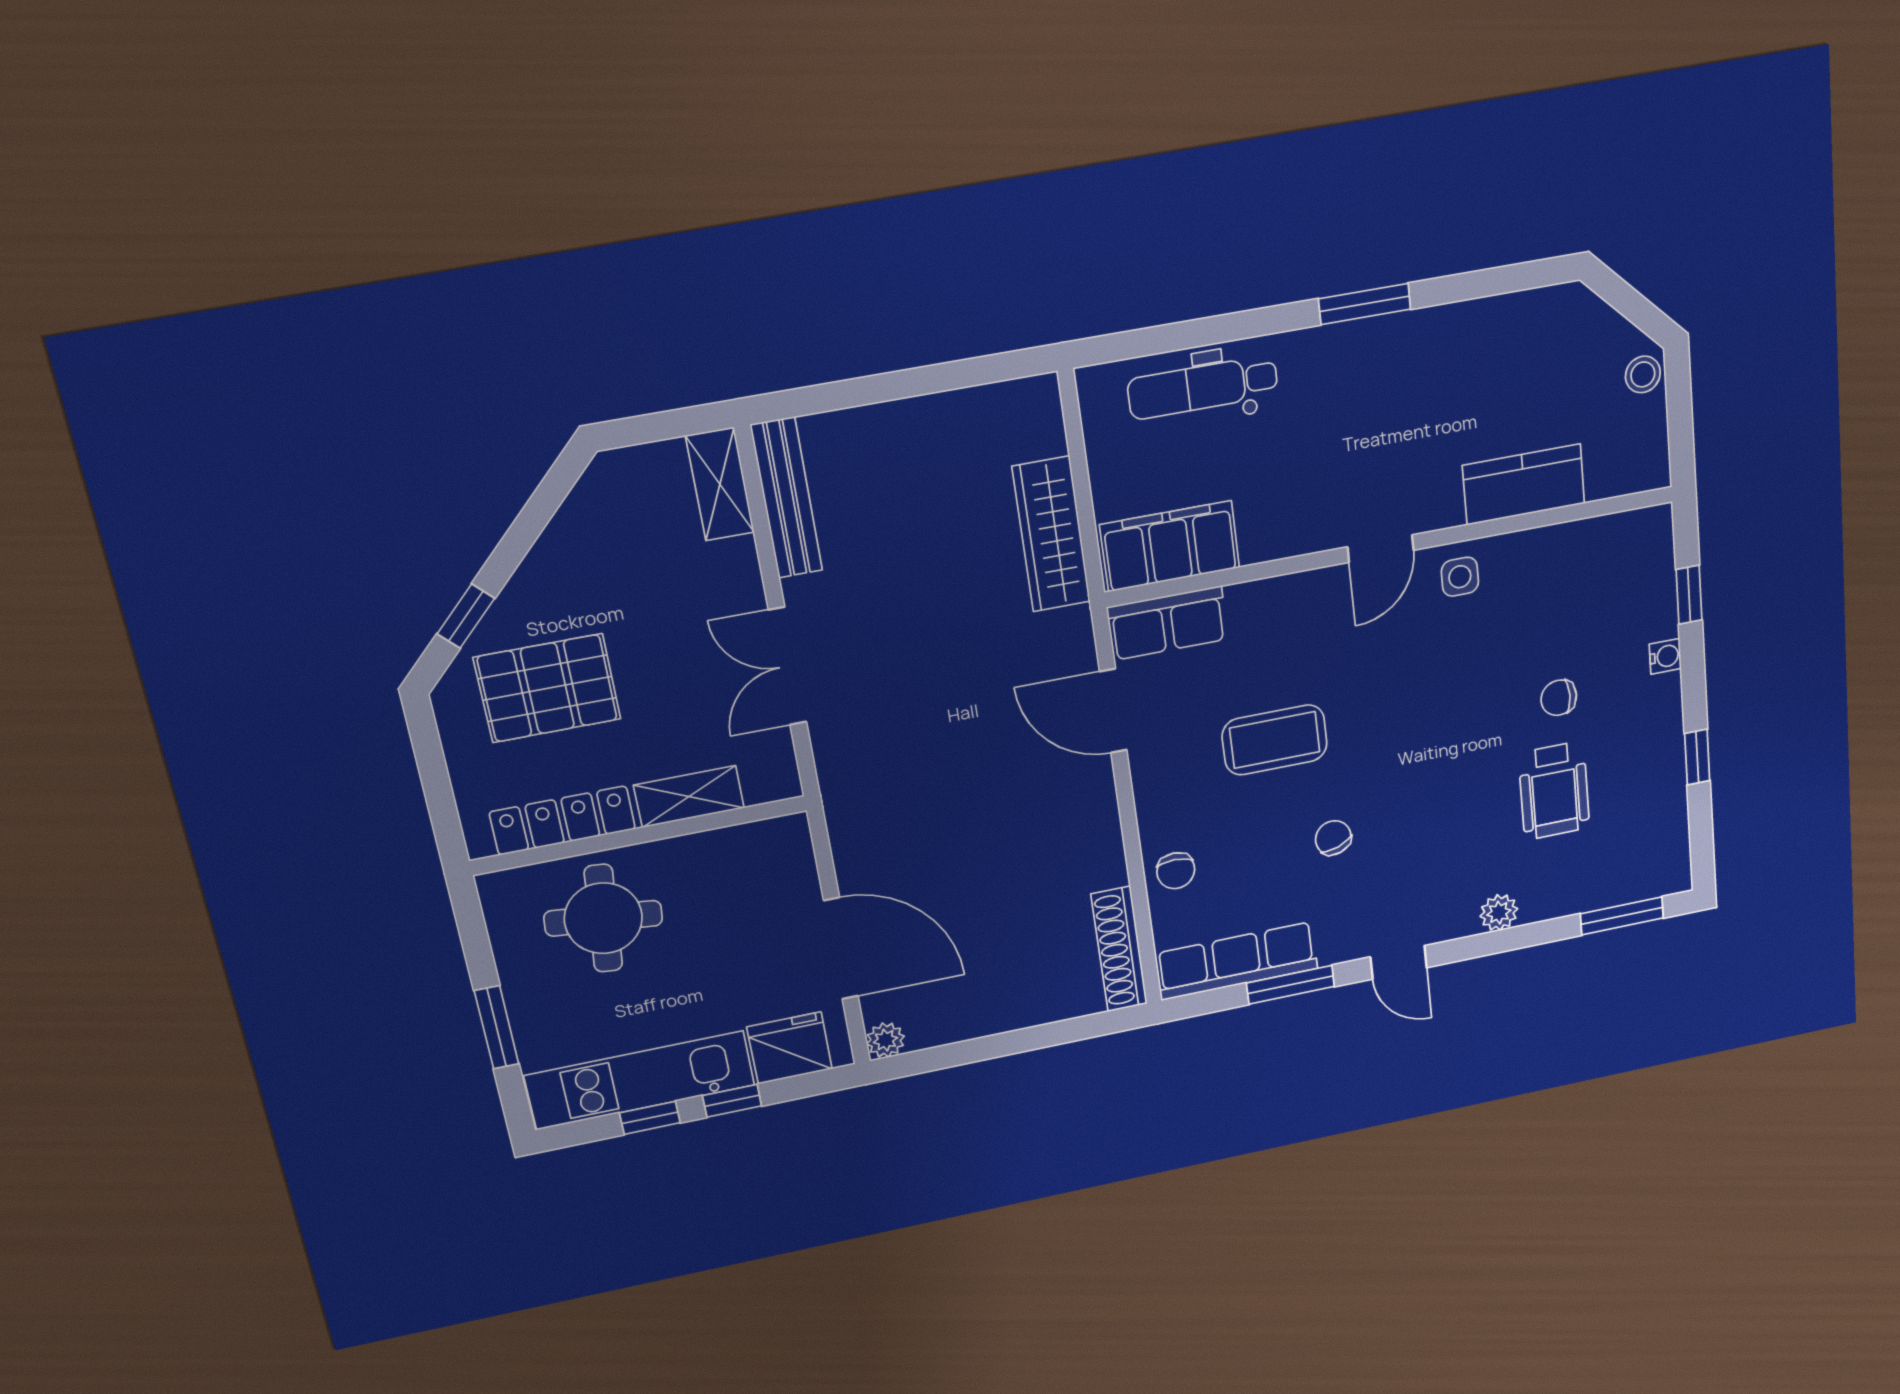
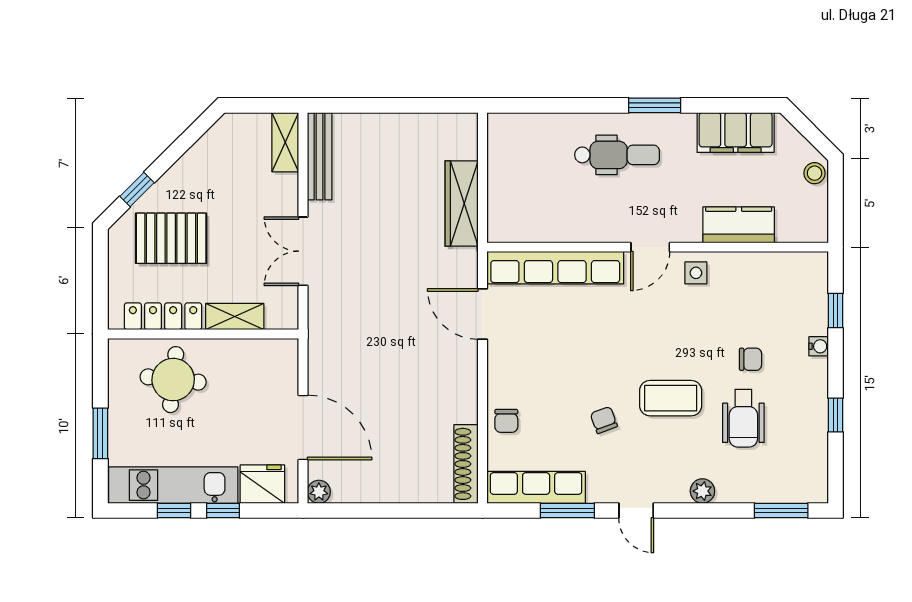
dental chair: (1203, 387) -> (617, 155), moved, turned 180
filing cabinet: (1170, 546) -> (736, 133), moved, turned 180
row of seats: (1167, 623) -> (555, 268), width x2.02
chair: (1559, 698) -> (750, 359), turned 180
coffee table: (1275, 740) -> (671, 398), moved

